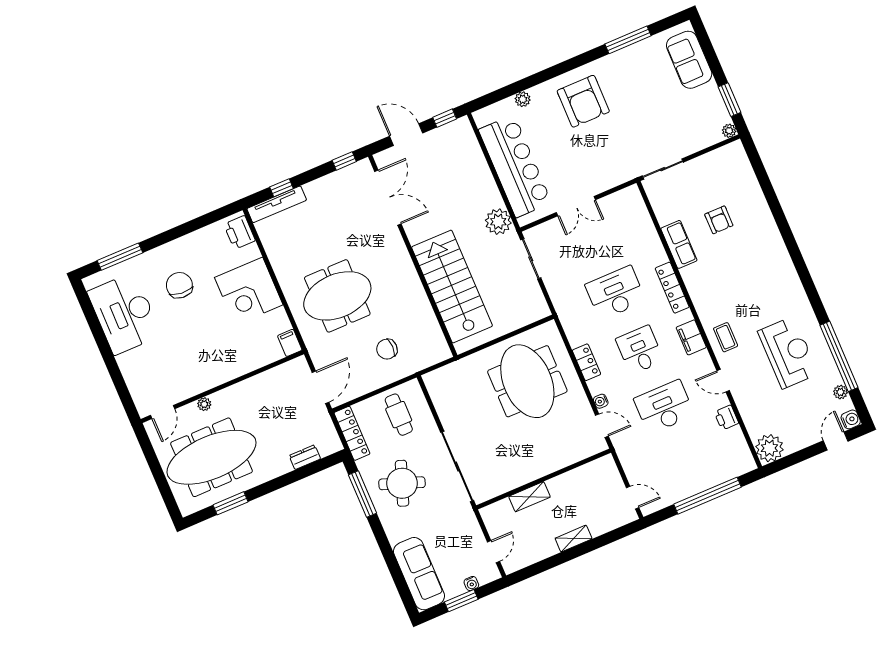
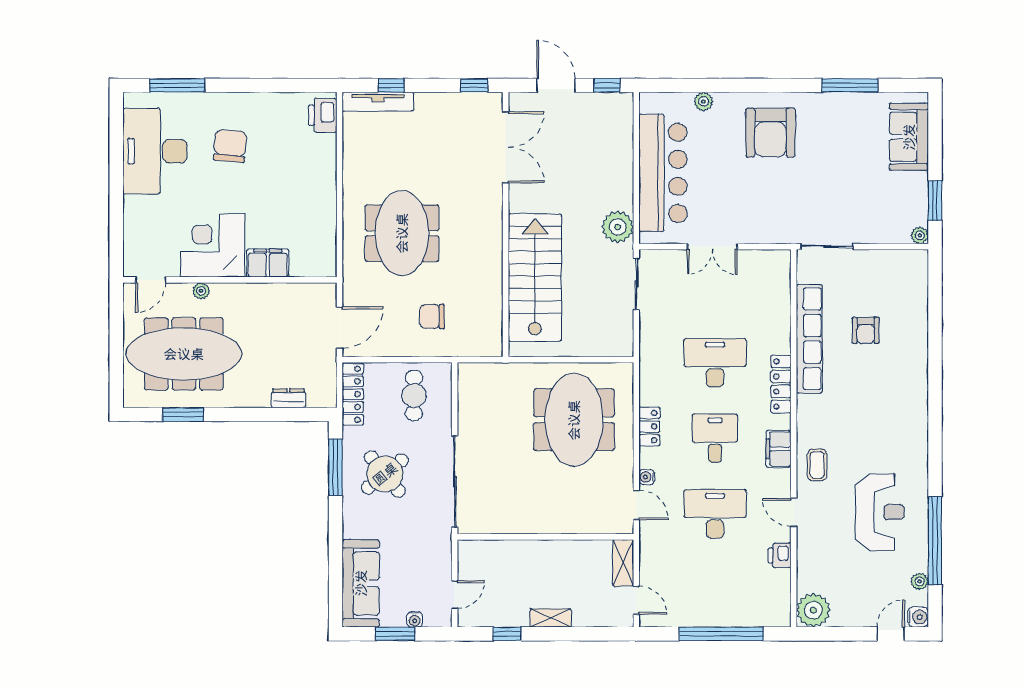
row of seats: (679, 244) -> (809, 339), width x2.02
corner desk: (249, 291) -> (213, 245), moved, turned 90
meeting table: (337, 296) -> (402, 233), turned 90
filing cabinet: (290, 343) -> (268, 263), moved, width x2.00
round table: (402, 483) -> (385, 474), turned 31
shelving: (529, 497) -> (623, 563), moved, turned 90
window: (546, 565) -> (507, 634), added

